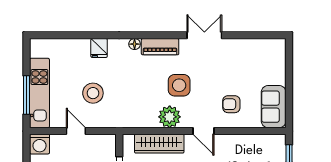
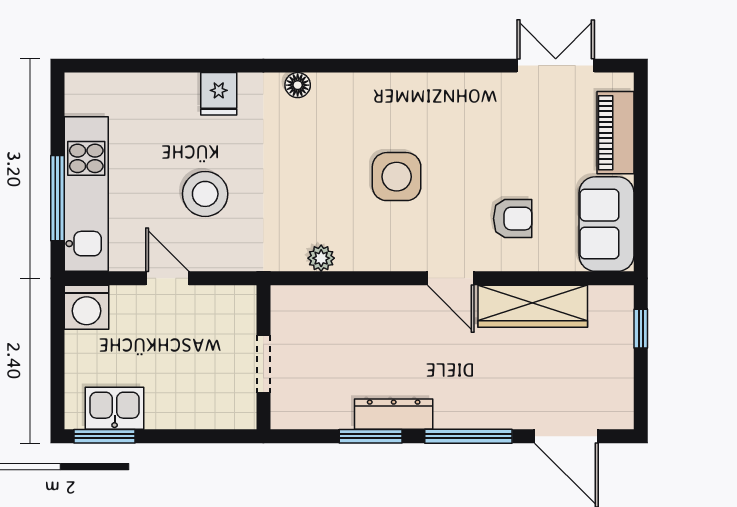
double door: (204, 35) -> (556, 66), moved
piano: (160, 47) -> (615, 133), moved, turned 90
armchair: (231, 104) -> (513, 219), turned 180
plant: (170, 117) -> (321, 258), moved, width x0.53, depth x0.53
wardrobe: (159, 144) -> (533, 306), moved

